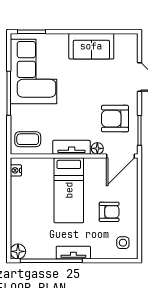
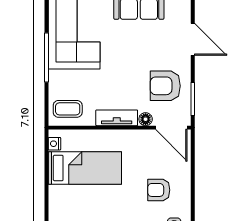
door: (120, 156) -> (171, 128), hinge flipped
bed: (69, 190) -> (85, 168), moved, turned -90
armchair: (109, 212) -> (159, 190), turned 180

